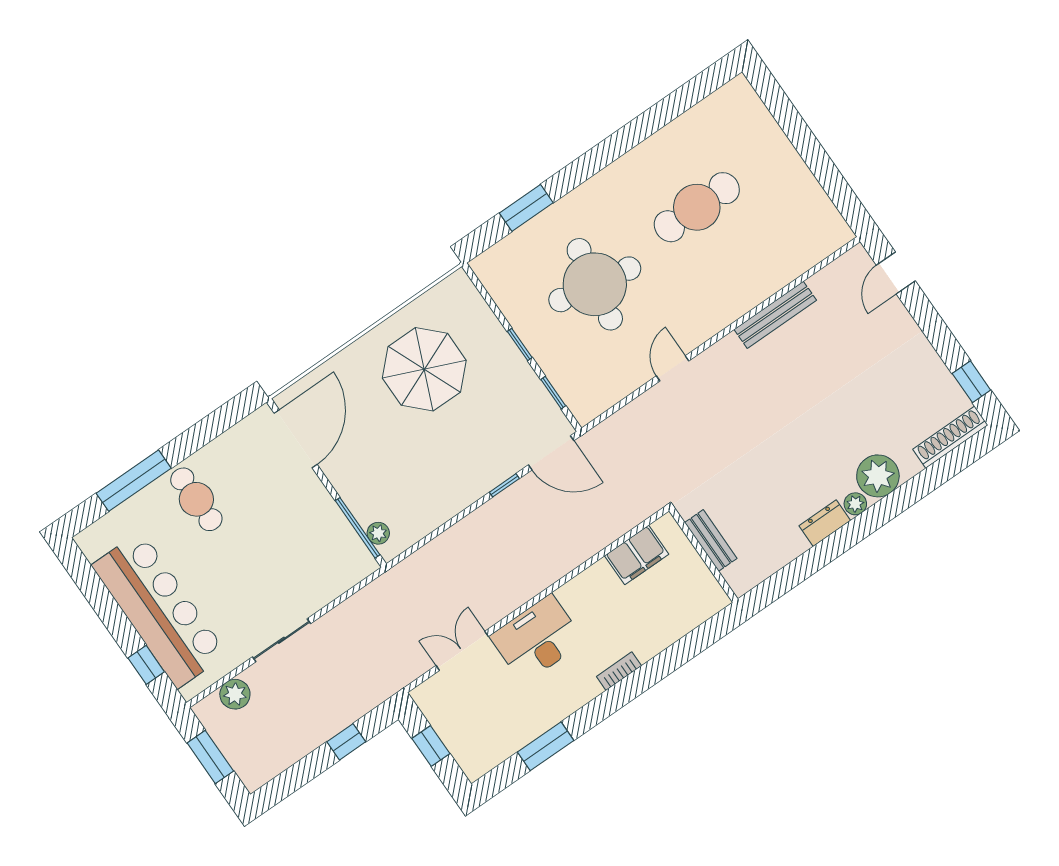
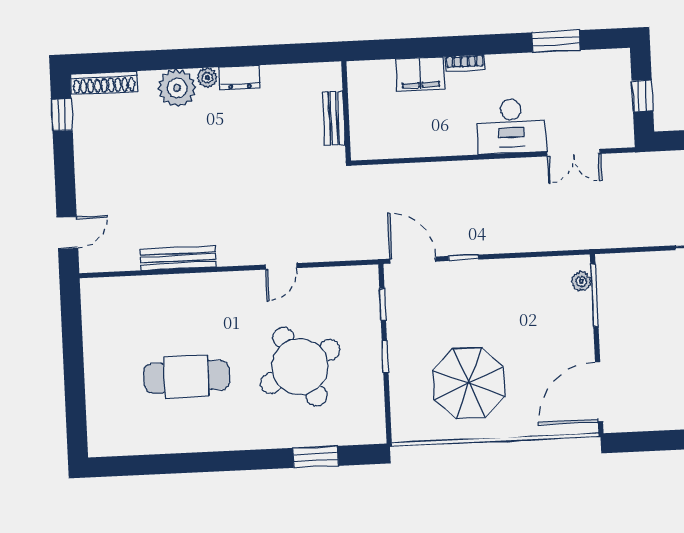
round table: (595, 284) -> (300, 367), turned -37
filing cabinet: (637, 555) -> (420, 74), moved, turned 180

